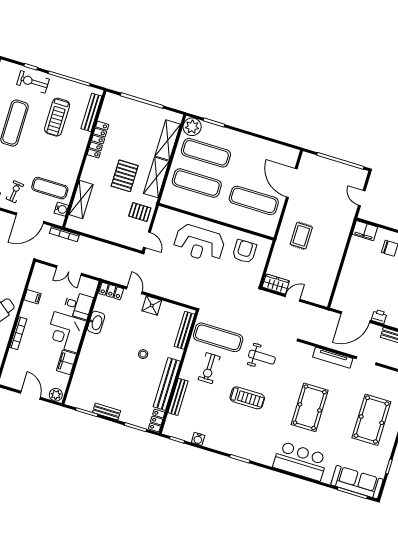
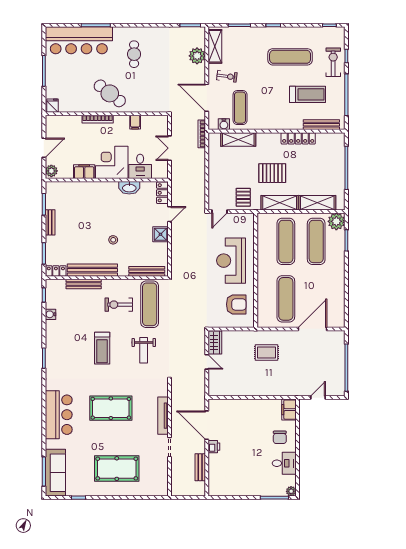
treadmill: (57, 117) -> (307, 94), turned 180

